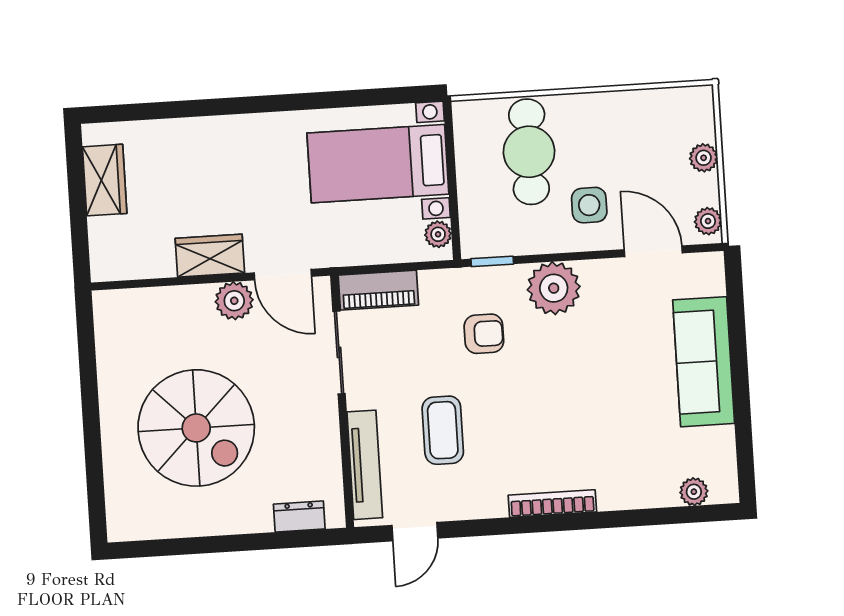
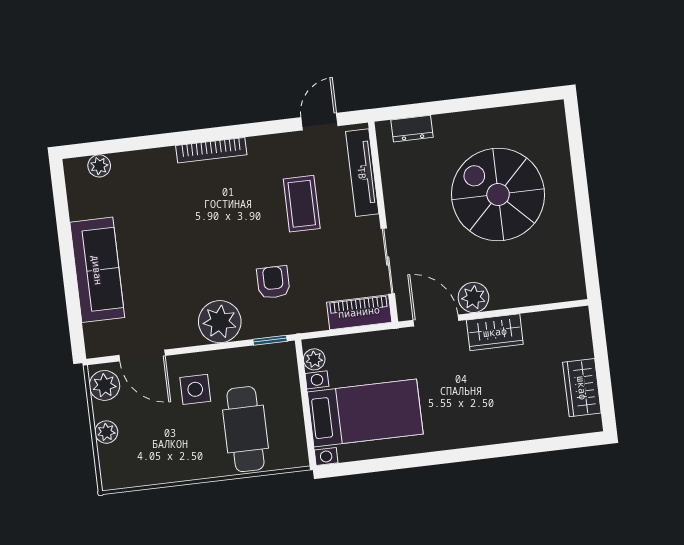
plant: (708, 221) -> (105, 385), width x1.38, depth x1.38
armchair: (484, 334) -> (273, 282), turned 90

